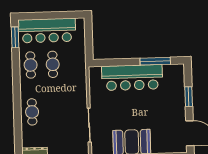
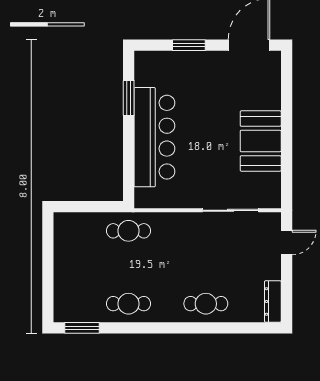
bar counter: (47, 31) -> (73, 275), removed
window: (155, 61) -> (129, 98), width x0.69
cafe table: (53, 64) -> (128, 231), moved

